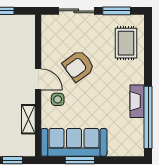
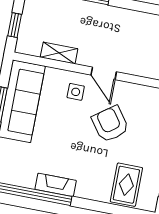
rug: (126, 43) -> (126, 185), turned 90
door: (38, 79) -> (104, 73), hinge flipped

